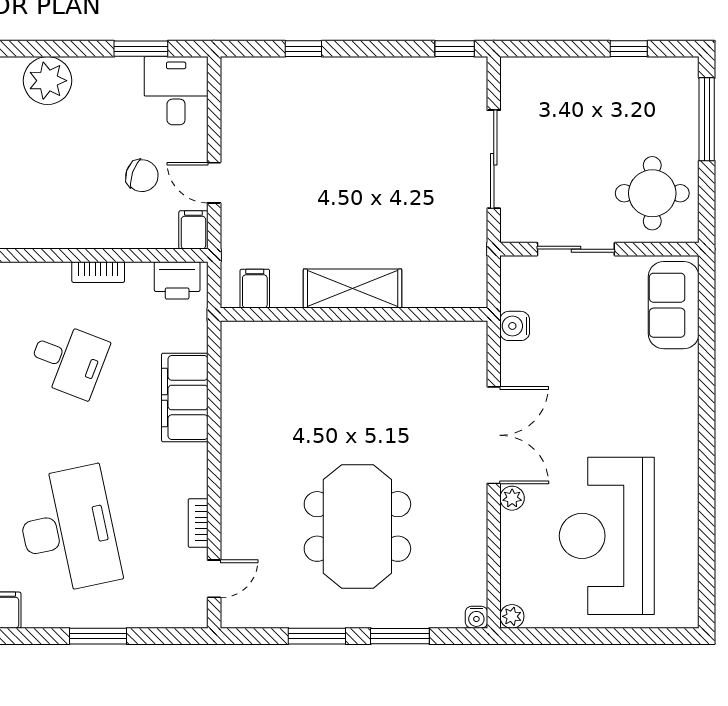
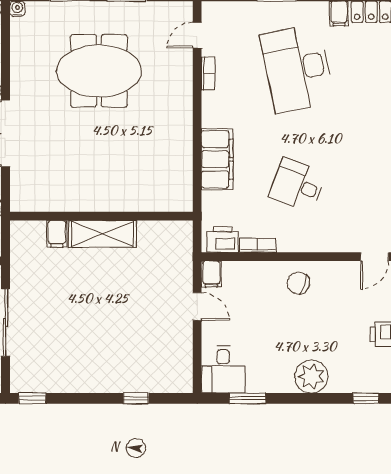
chair: (142, 176) -> (298, 283), moved
bookcase: (98, 272) -> (258, 245), moved
filing cabinet: (255, 289) -> (57, 234), moved
meeting table: (357, 526) -> (99, 71), turned 90

